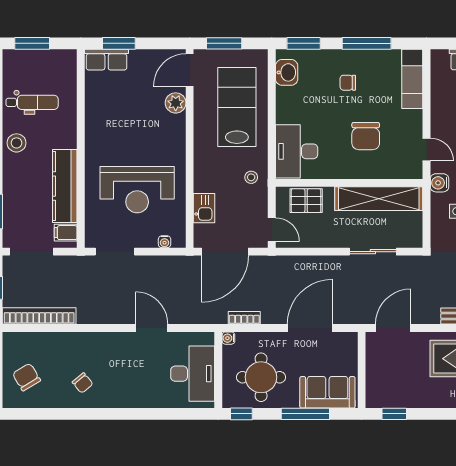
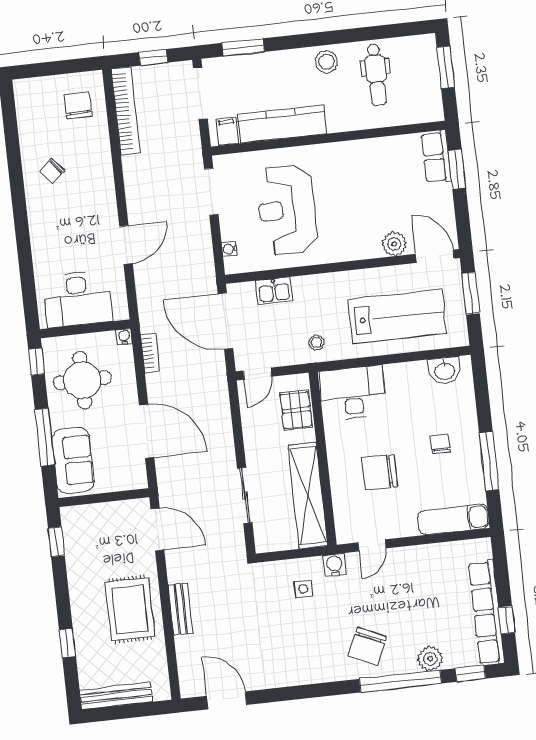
window: (304, 43) -> (481, 387), removed
chair: (26, 377) -> (78, 105), moved, turned -60

